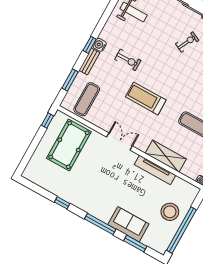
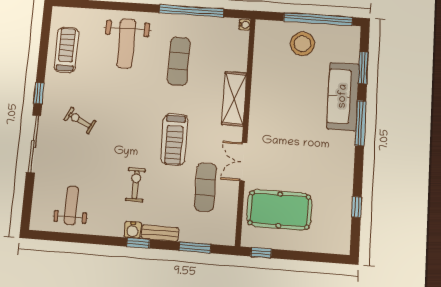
exercise mat: (87, 99) -> (205, 187), moved, turned 90
double door: (119, 142) -> (243, 162), moved
shelving: (166, 156) -> (234, 99), moved
tv unit: (155, 170) -> (259, 86), removed
window: (62, 203) -> (357, 207), moved
sofa: (128, 224) -> (343, 96), width x1.36

